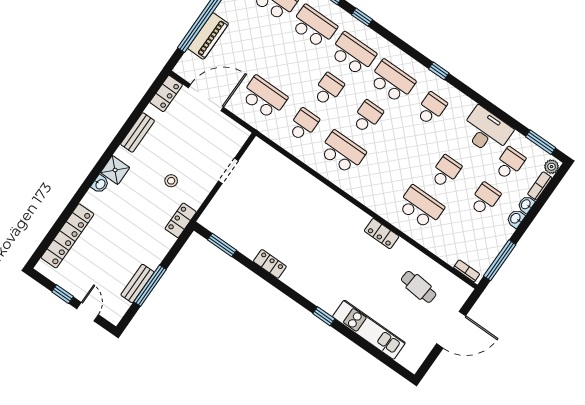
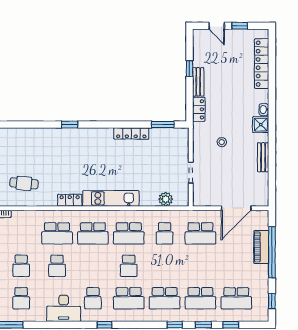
school desk: (328, 89) -> (93, 233), moved, width x1.85
locker: (166, 93) -> (262, 194), removed
desk: (486, 131) -> (64, 308), moved
plant: (276, 161) -> (166, 199), added
locker: (181, 220) -> (199, 109), moved
locker: (270, 264) -> (131, 133), width x1.53
bench: (137, 284) -> (198, 82), moved
window: (150, 286) -> (190, 69), width x0.46
kitchen unit: (369, 330) -> (111, 198), moved, turned 180

